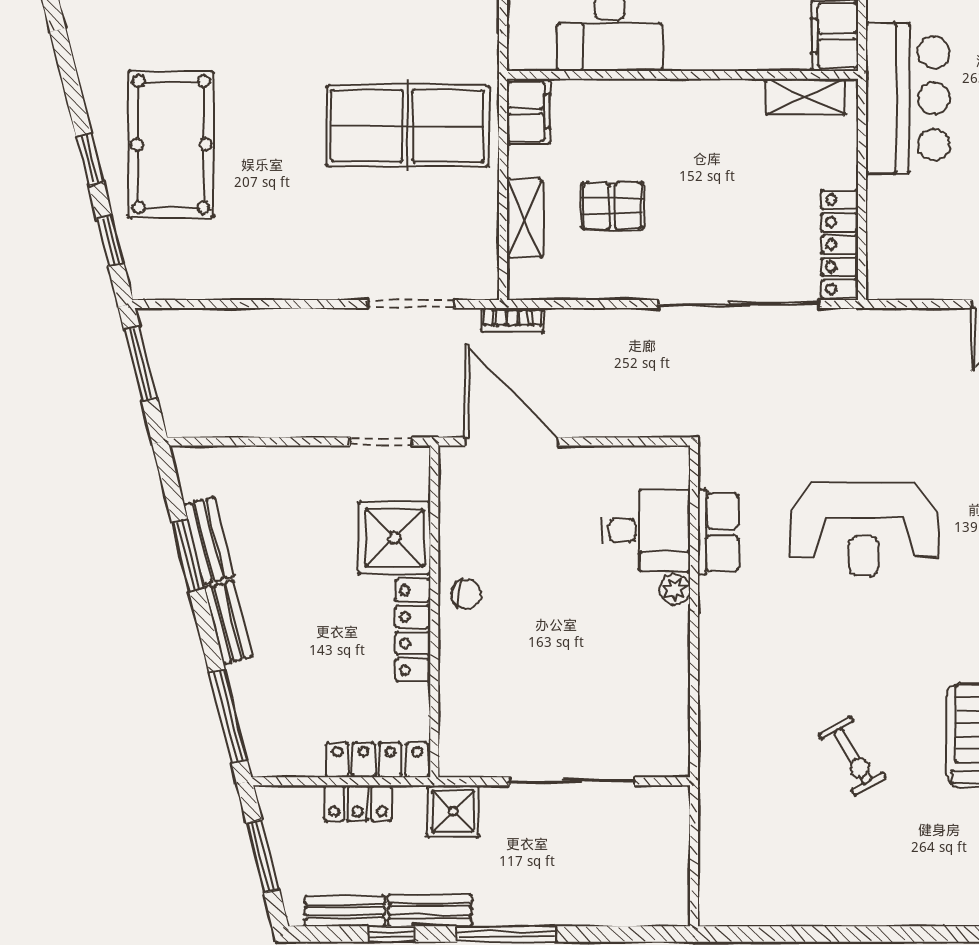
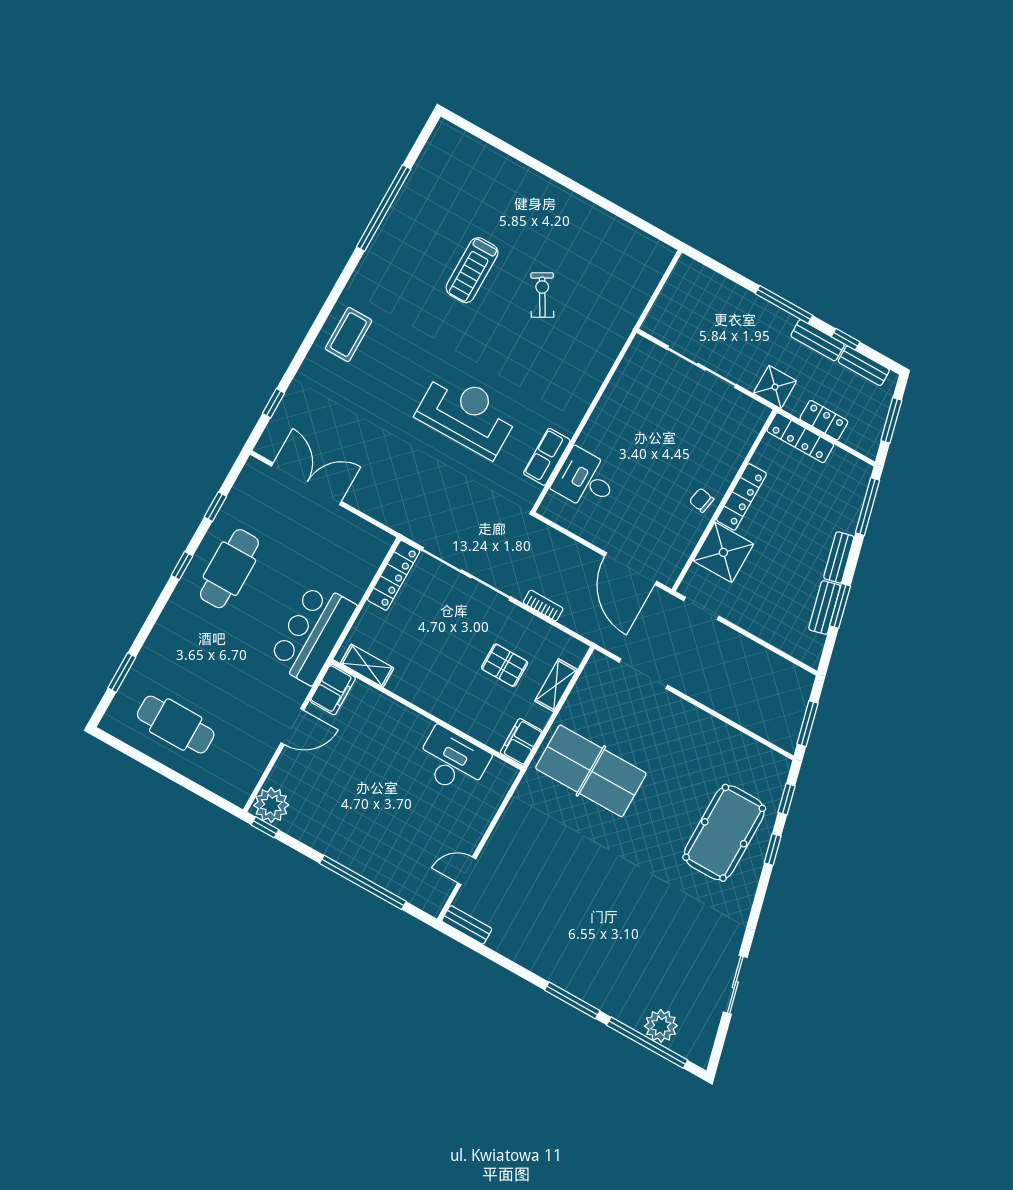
bookcase: (513, 320) -> (543, 606), moved
plant: (675, 589) -> (588, 439), removed

